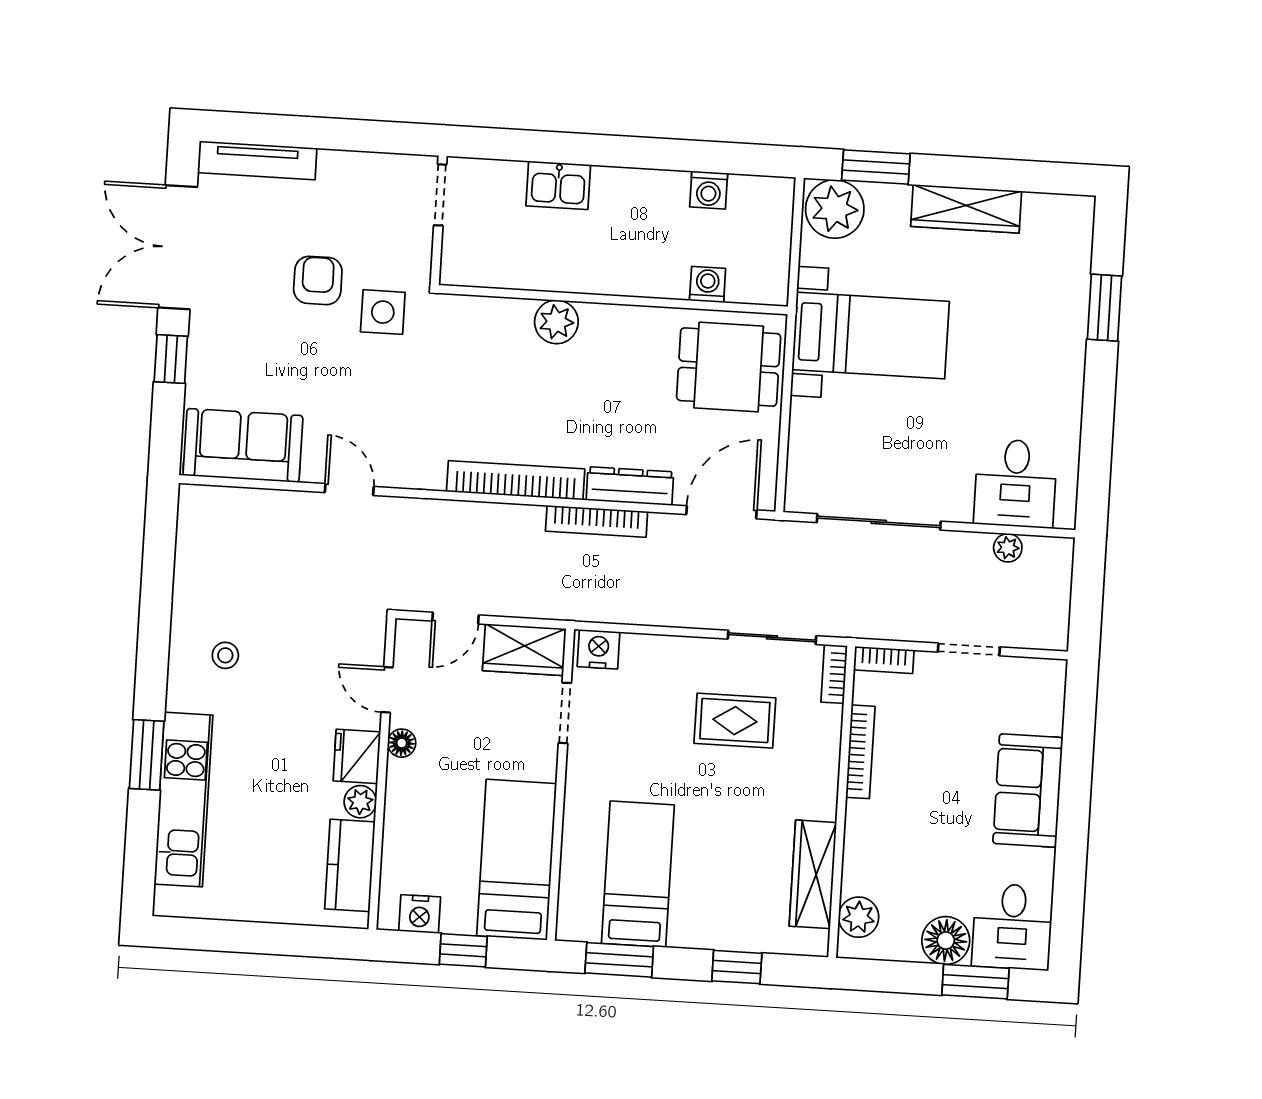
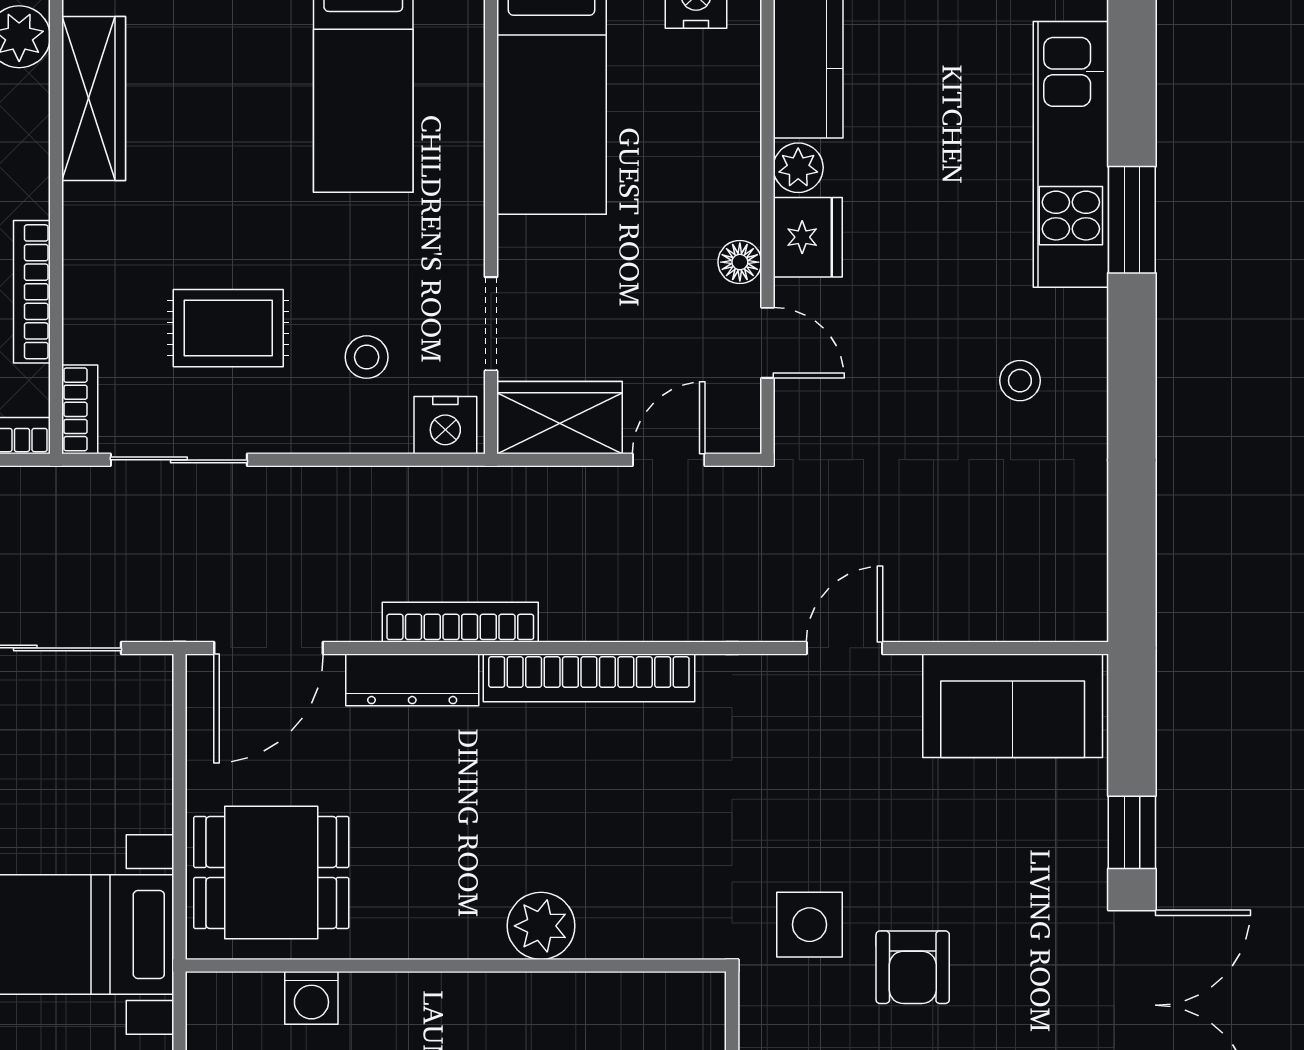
door: (349, 489) -> (845, 648), swing flipped
stool: (647, 696) -> (367, 357), added

